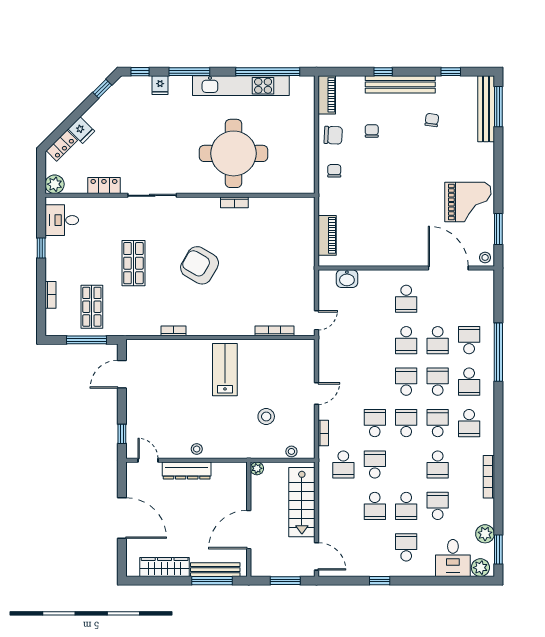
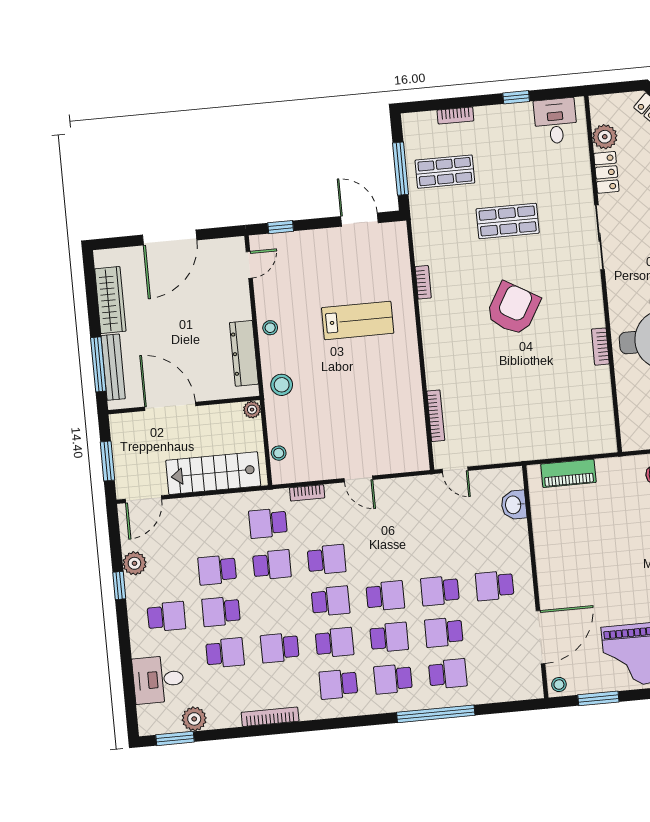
plant: (55, 184) -> (605, 137), moved
lab bench: (225, 370) -> (358, 320), moved
stool: (266, 416) -> (282, 385), moved
dresser: (187, 471) -> (244, 353), moved
plant: (480, 568) -> (134, 563), moved

